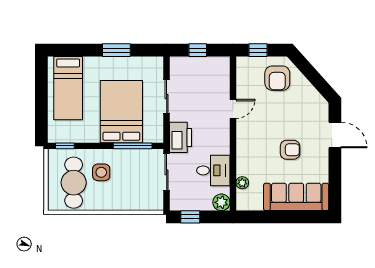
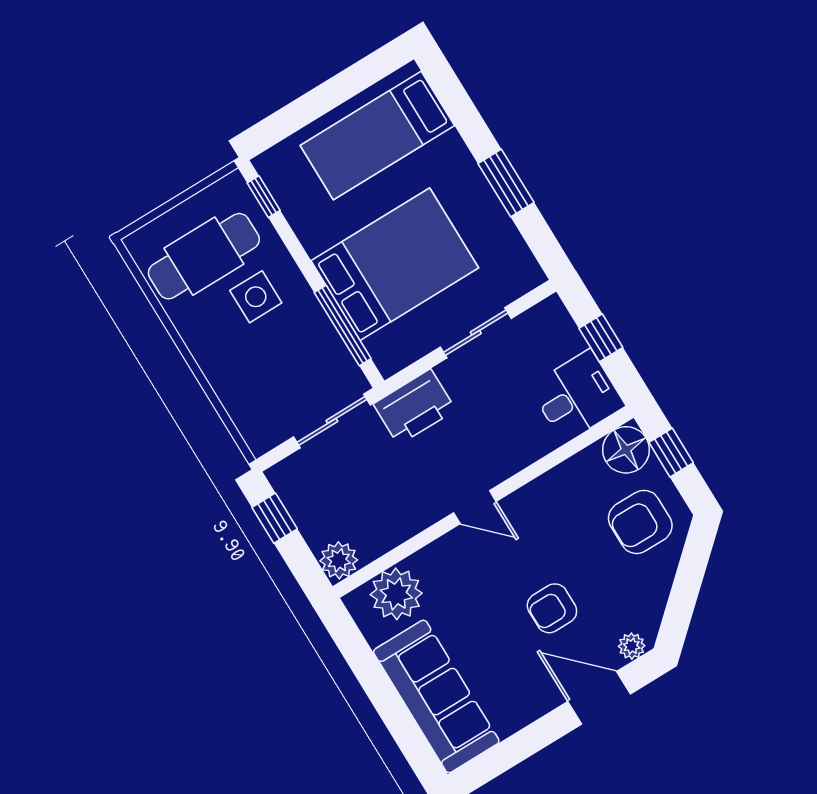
floor lamp: (246, 67) -> (626, 450), added
door: (233, 109) -> (475, 507), moved
plant: (323, 111) -> (632, 646), added
door: (335, 135) -> (599, 698), swing flipped
armchair: (290, 150) -> (552, 608), moved, turned 90
desk: (213, 170) -> (577, 396), moved, turned -90
plant: (242, 183) -> (396, 594), width x1.88, depth x1.88

